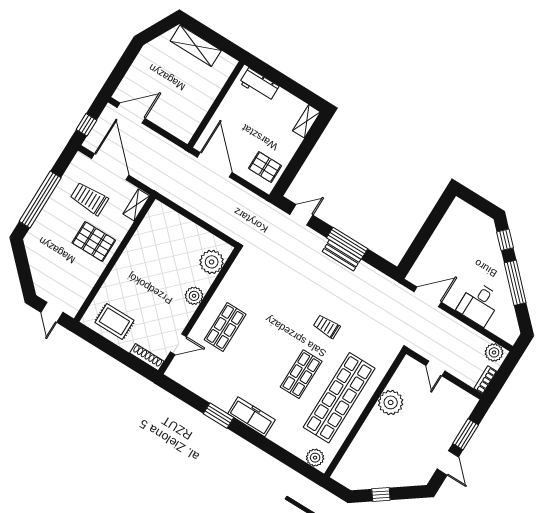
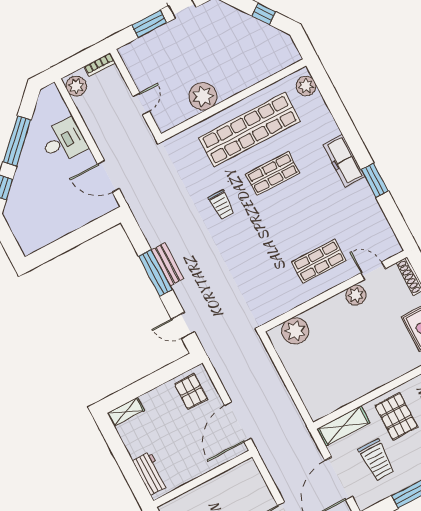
shelving: (136, 205) -> (344, 426), width x1.50, depth x1.33
plant: (194, 296) -> (356, 295), moved

